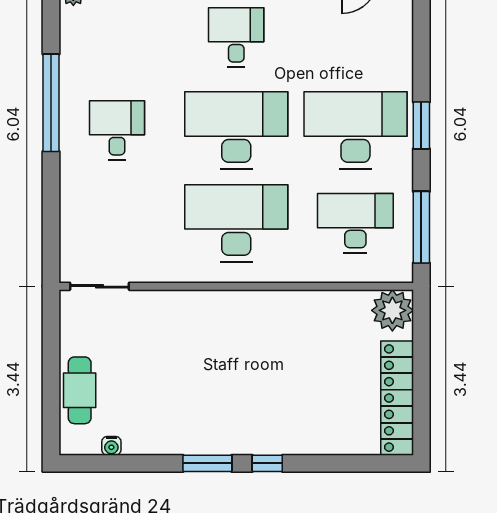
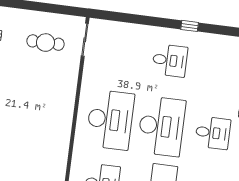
window: (51, 103) -> (190, 26), width x0.32
cafe table: (80, 390) -> (46, 43), moved

